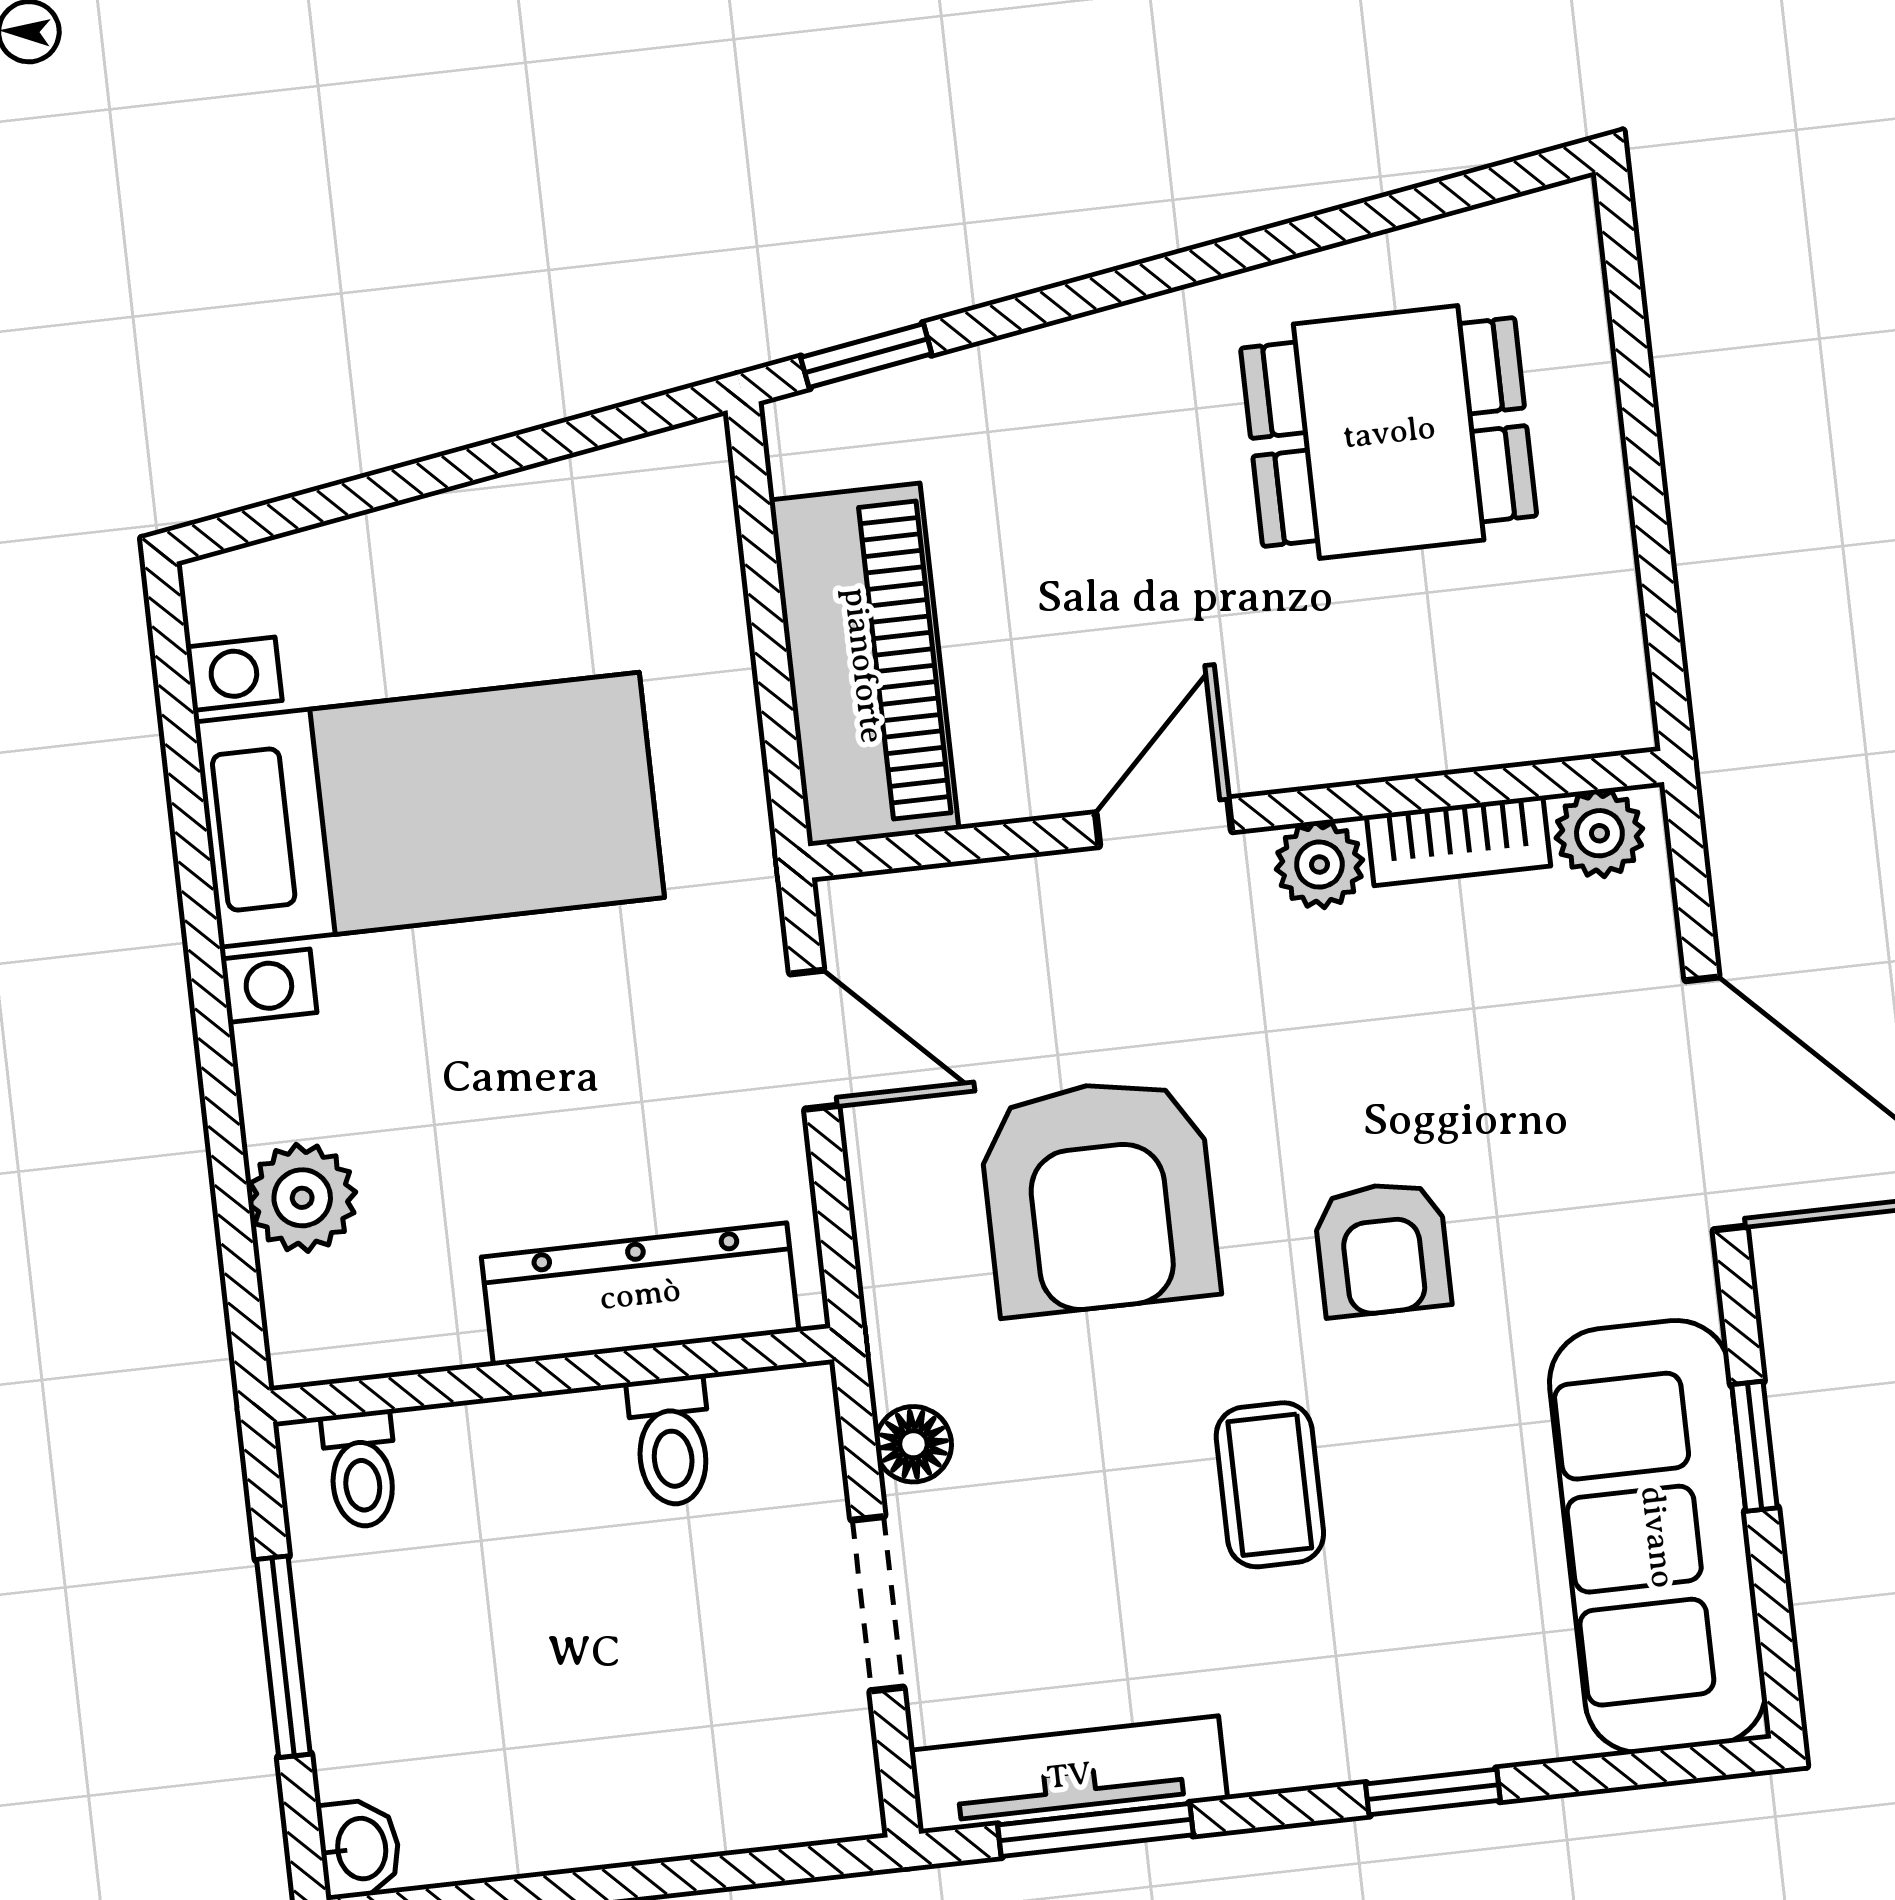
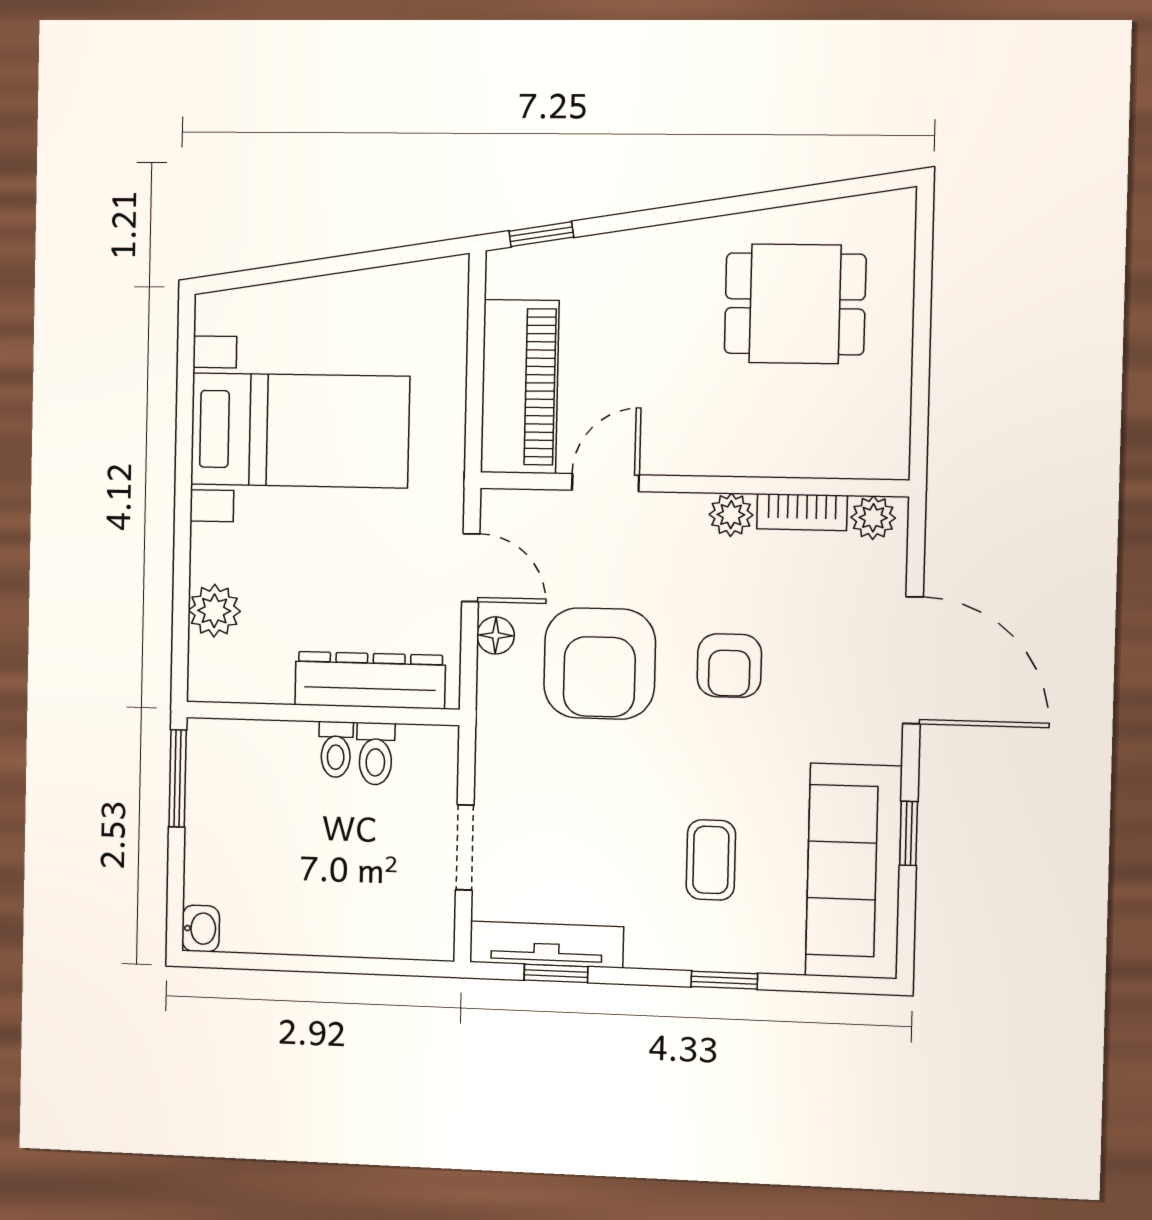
door: (1164, 822) -> (605, 483), moved
armchair: (1382, 1249) -> (729, 666), moved
floor lamp: (913, 1444) -> (496, 635), moved
toilet: (361, 1469) -> (336, 749), moved
coffee table: (1270, 1485) -> (711, 860), moved
window: (283, 1657) -> (178, 778), moved
window: (1095, 1830) -> (556, 973), width x0.67

